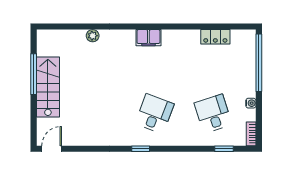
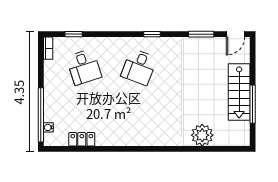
plant: (93, 36) -> (202, 135), width x1.88, depth x1.88
filing cabinet: (148, 38) -> (145, 138), removed
water cooler: (251, 103) -> (48, 127), moved
window: (88, 149) -> (201, 34), added

